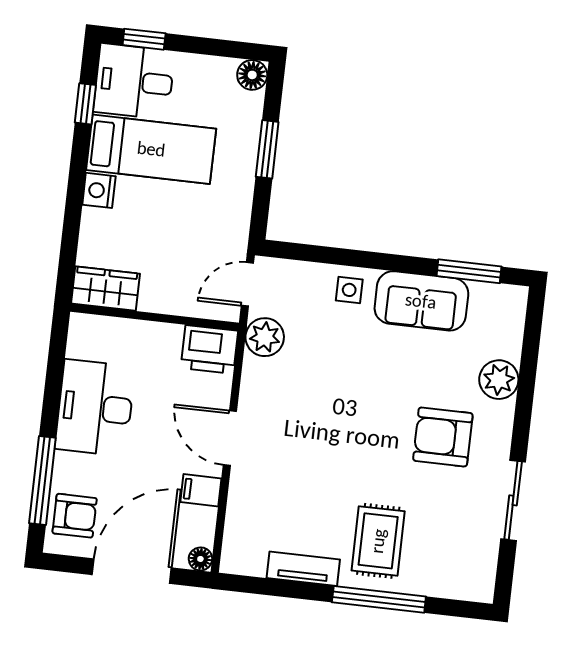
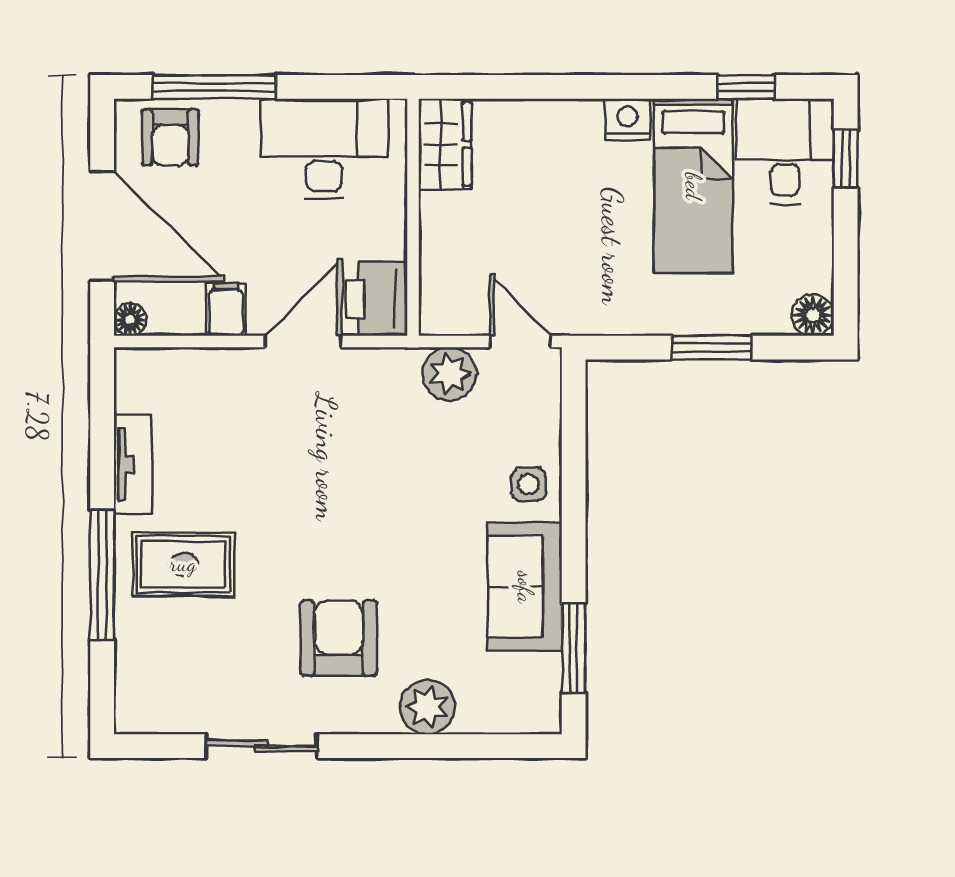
wardrobe: (105, 289) -> (445, 144), moved
wall: (155, 317) -> (413, 217), moved
printer: (209, 349) -> (377, 299), moved

